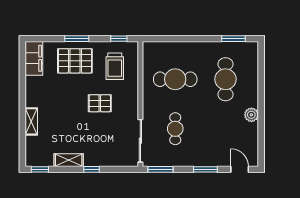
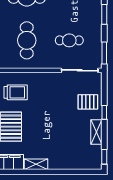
pallet: (100, 103) -> (88, 102), moved, turned 90
shelving: (31, 121) -> (36, 164), moved

